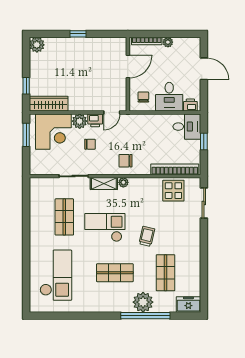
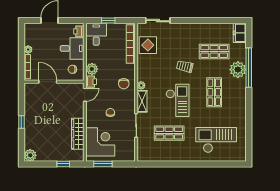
wardrobe: (49, 104) -> (78, 134), moved
door: (112, 112) -> (85, 95), hinge flipped
printer: (95, 120) -> (91, 82), moved
plant: (80, 121) -> (92, 69), moved
checkout: (105, 227) -> (178, 100), turned 180

